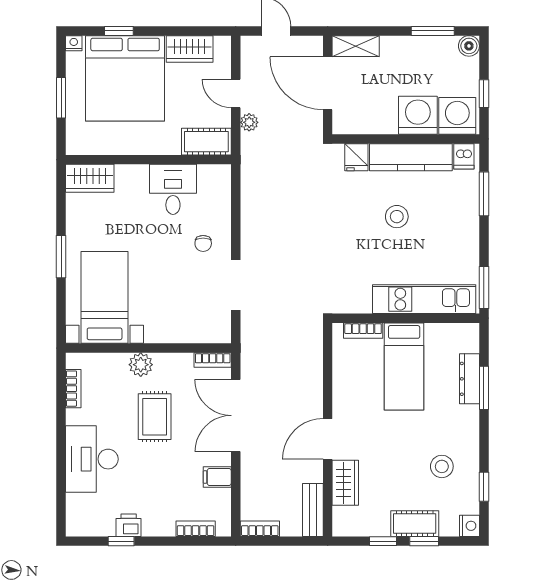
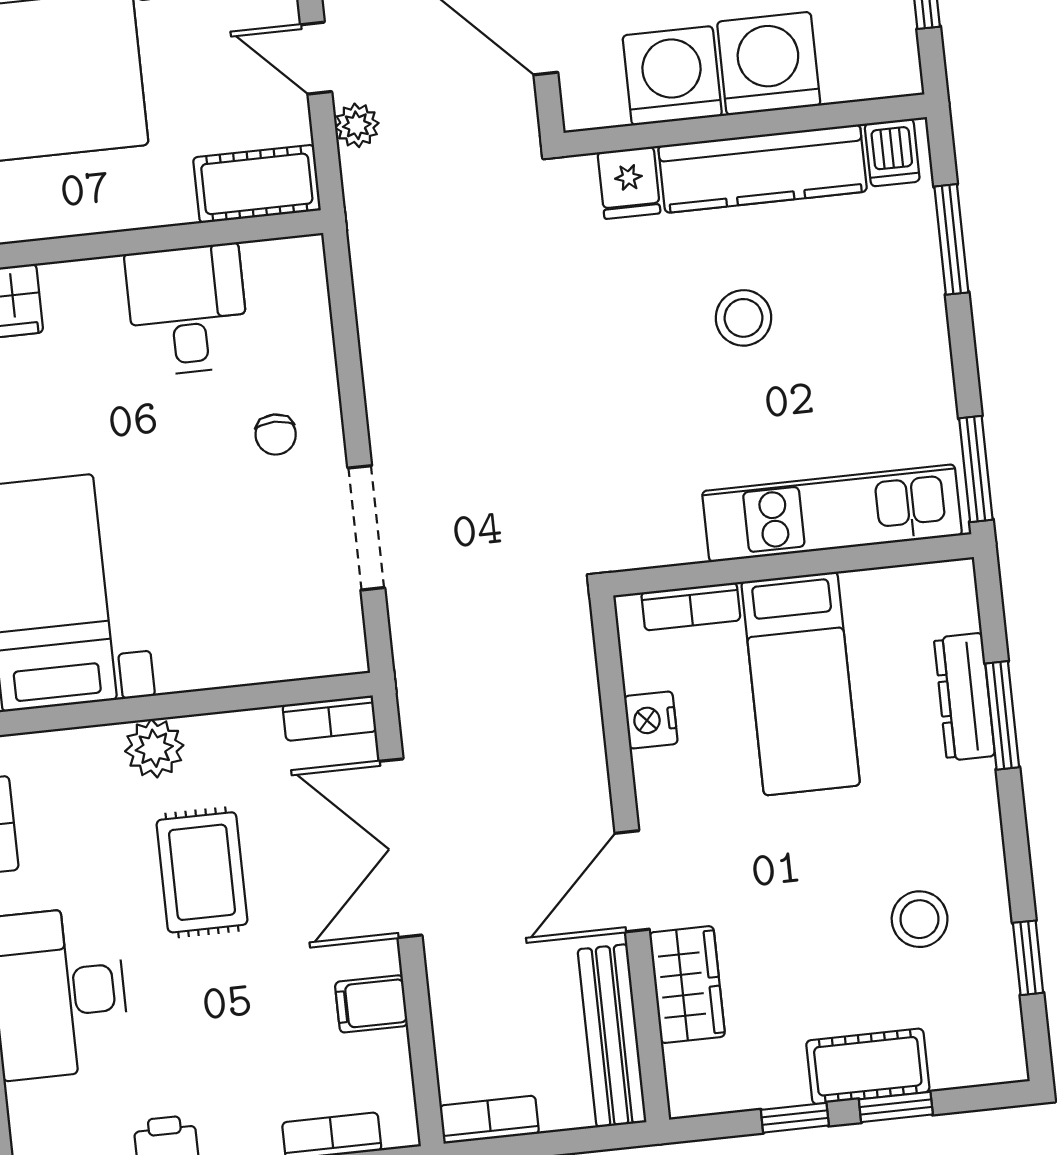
washing machine: (457, 116) -> (672, 76), moved
bench: (313, 510) -> (612, 1036), width x1.36
nightstand: (469, 526) -> (651, 720), moved, turned 180

